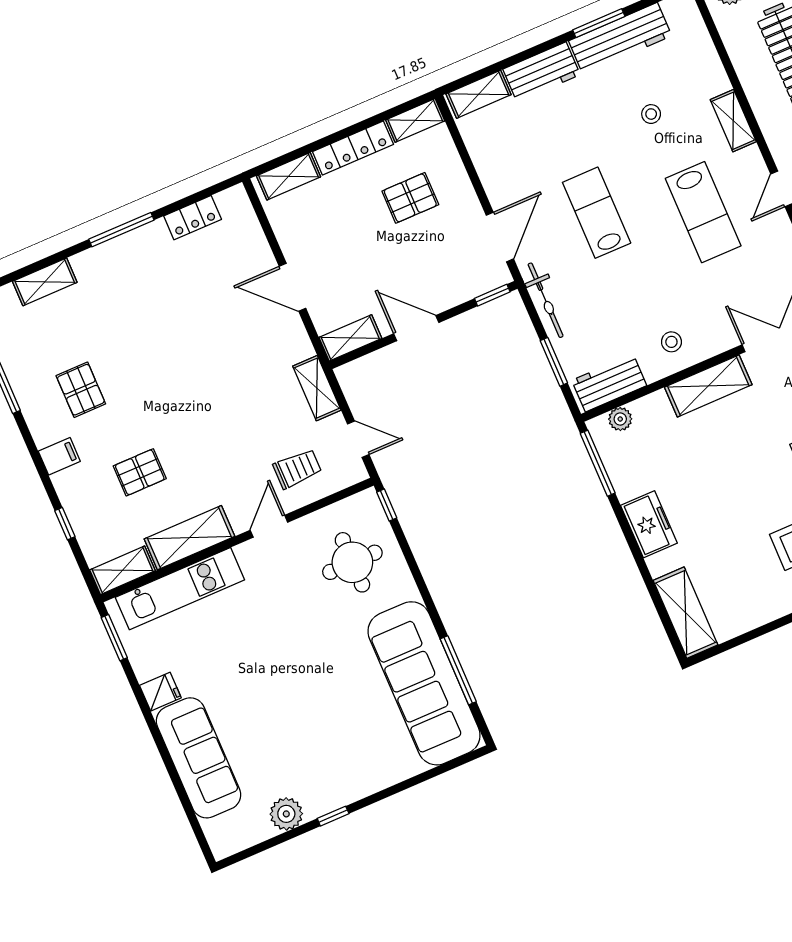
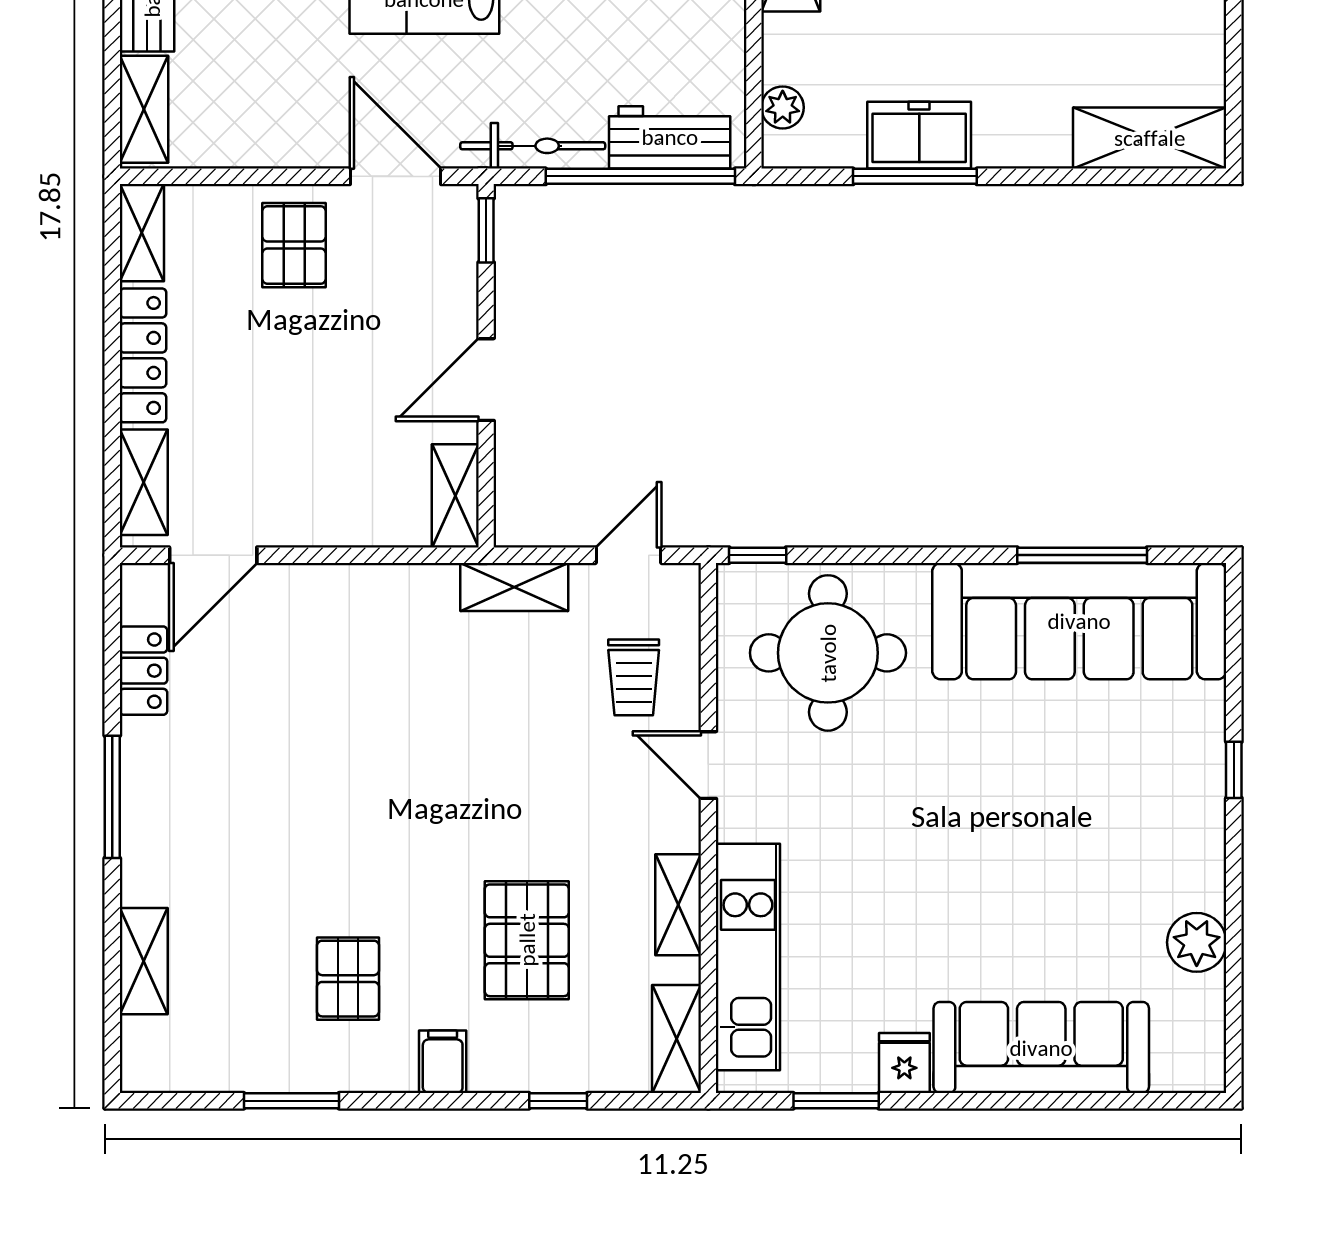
pallet: (410, 198) -> (294, 245), moved
door: (292, 287) -> (213, 555), moved
window: (554, 362) -> (640, 176), width x2.11
workbench: (609, 383) -> (670, 137), moved, turned 90
pallet: (81, 390) -> (348, 979), turned 90
window: (598, 463) -> (915, 176), moved
trolley: (297, 469) -> (634, 677), turned 180
pallet: (140, 472) -> (527, 940), width x1.50, depth x1.42
freezer: (649, 524) -> (919, 135), moved
shelving: (189, 538) -> (678, 905), width x0.67, depth x0.75
round table: (352, 562) -> (828, 653), width x1.36, depth x1.36
window: (114, 638) -> (836, 1101), moved
window: (333, 816) -> (1234, 770), moved

